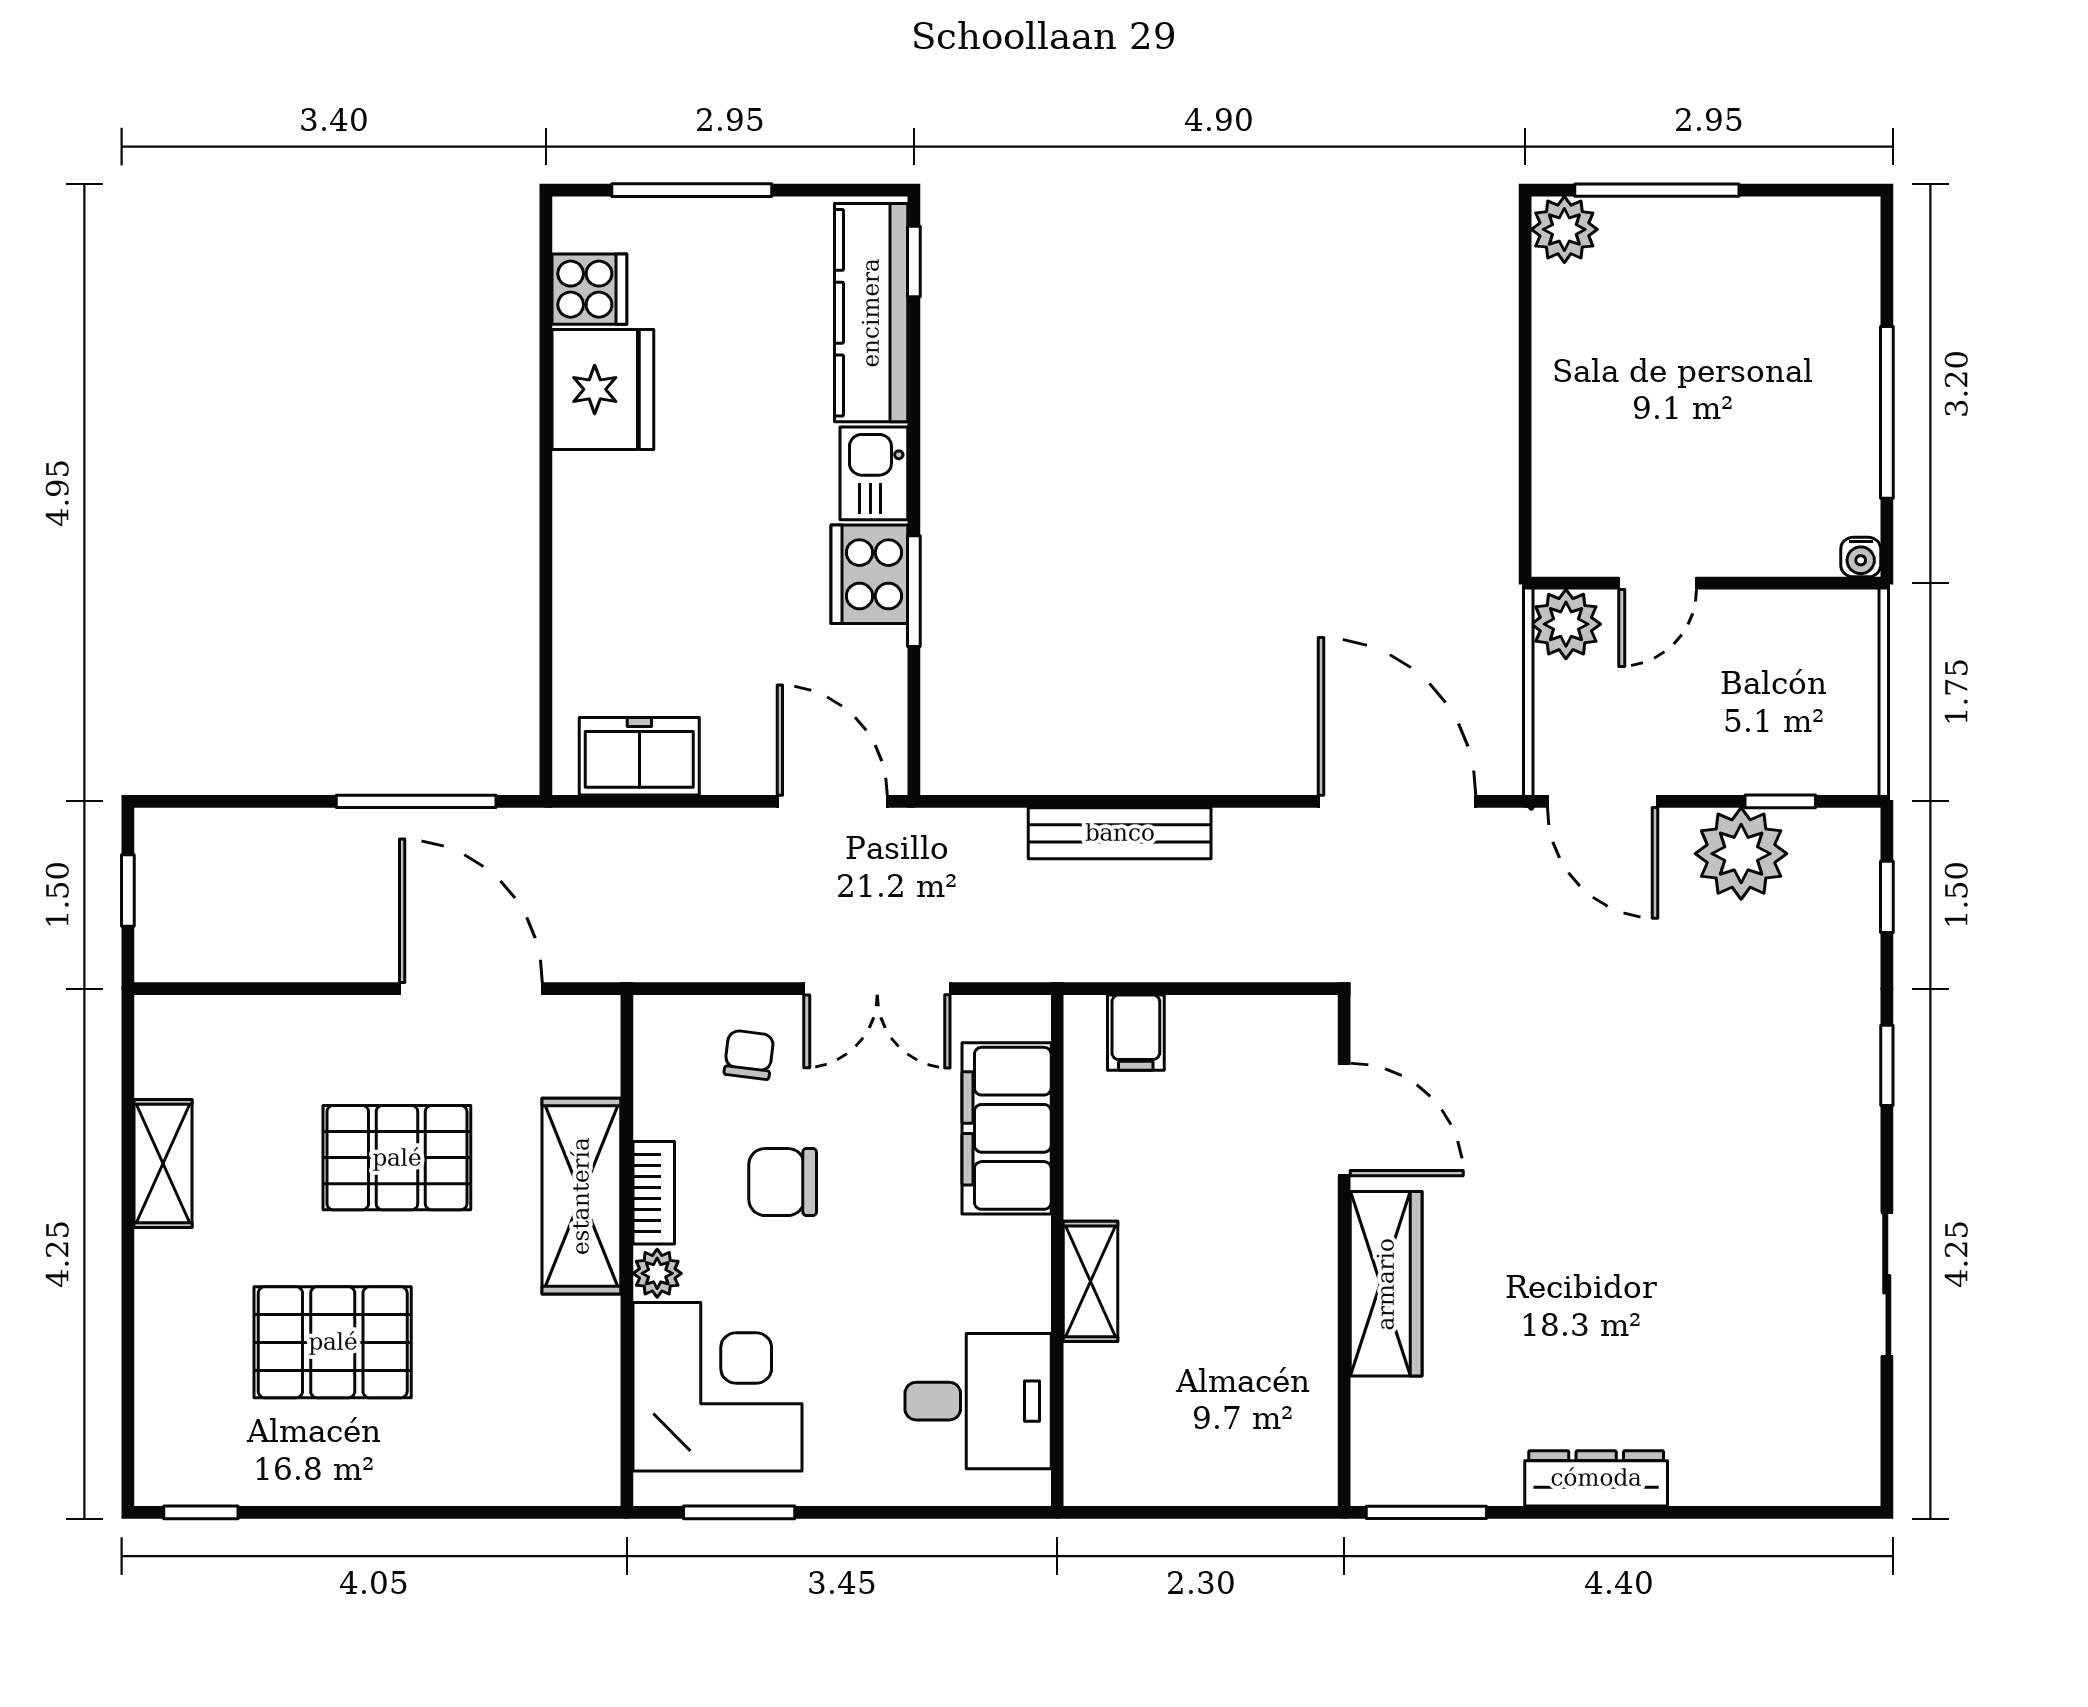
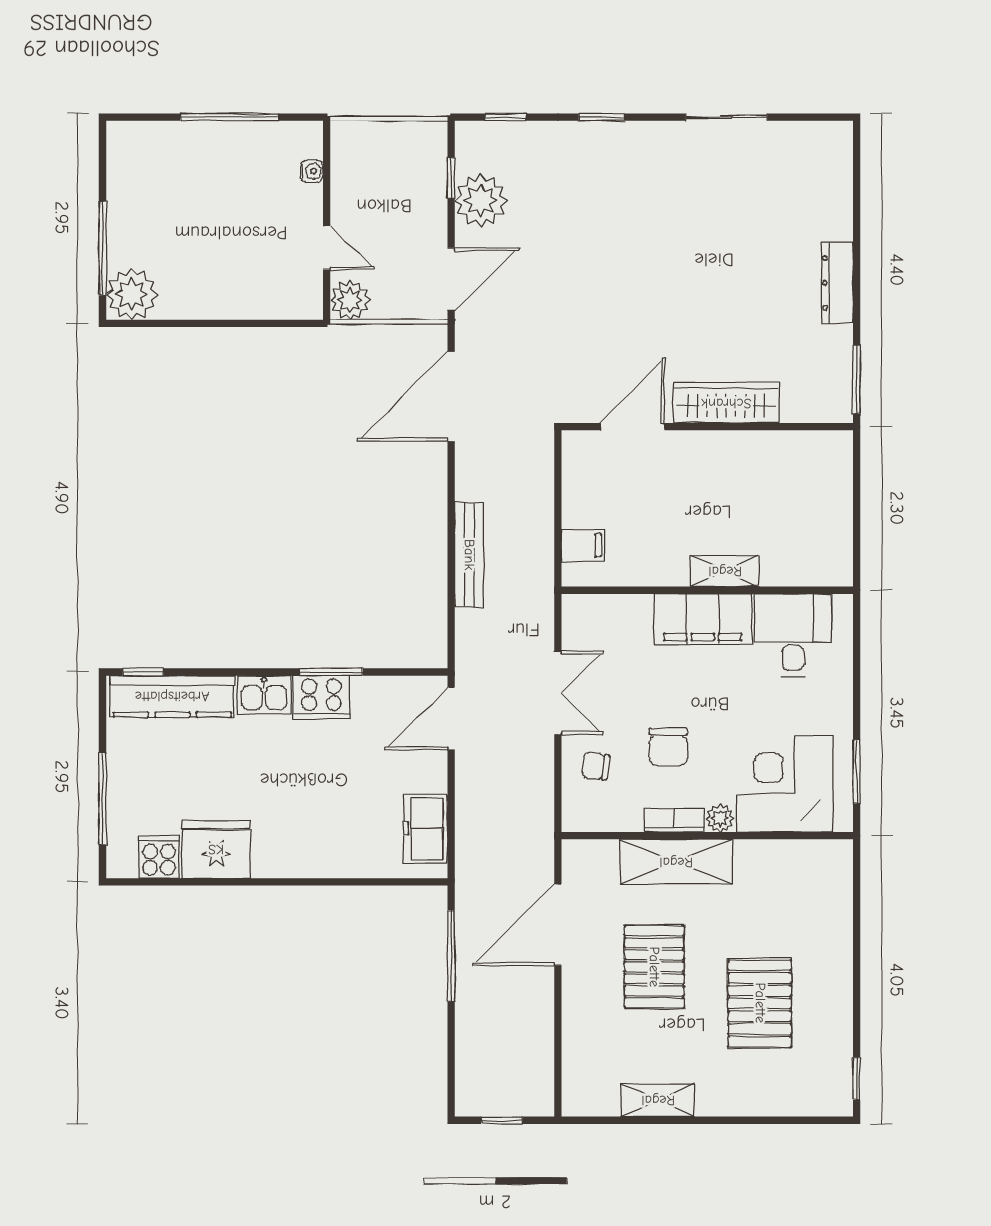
plant: (1564, 229) -> (132, 294), width x1.36, depth x1.36
water cooler: (1861, 557) -> (312, 171), moved
filing cabinet: (1007, 1128) -> (703, 619), moved

